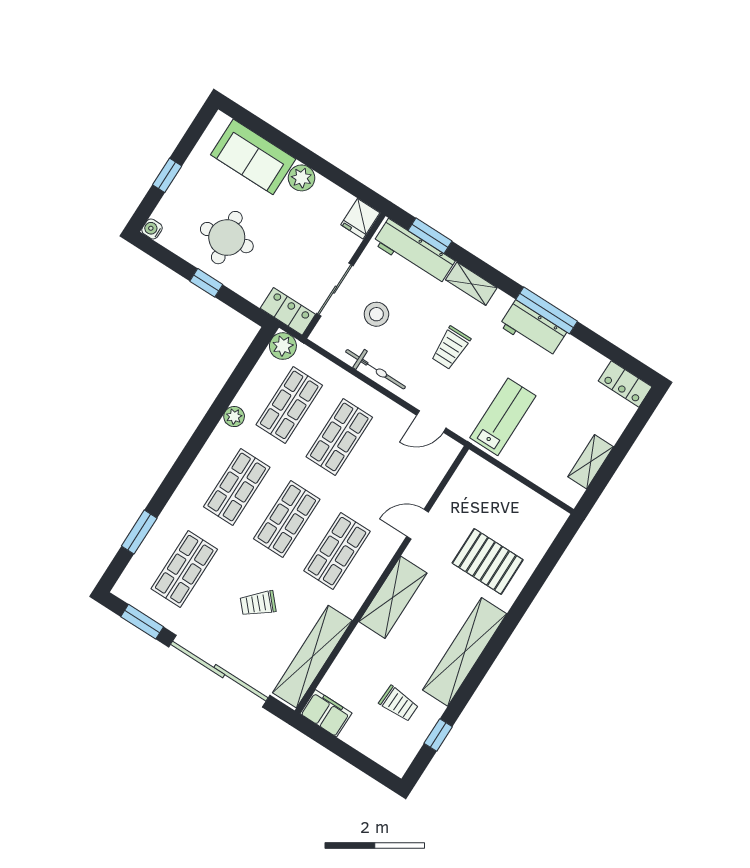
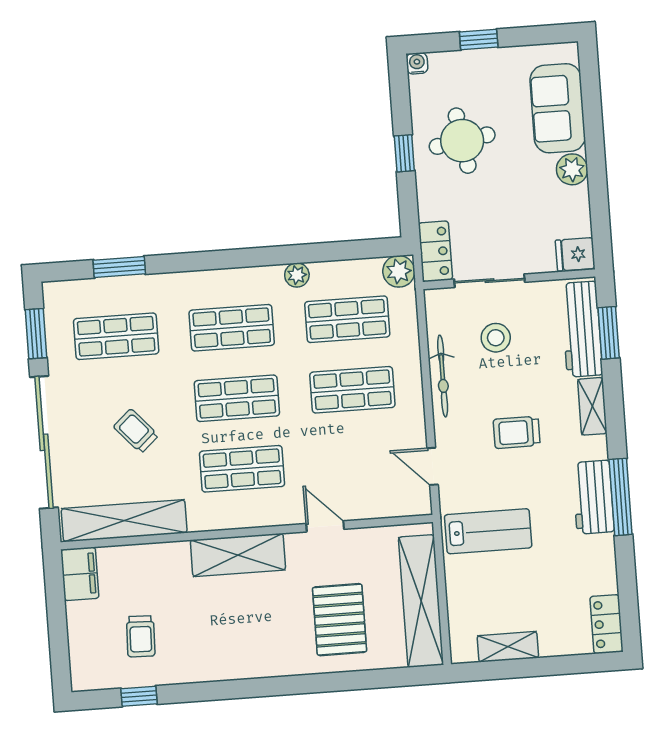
shelving: (465, 652) -> (421, 601), moved, turned 90

